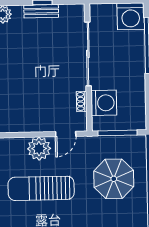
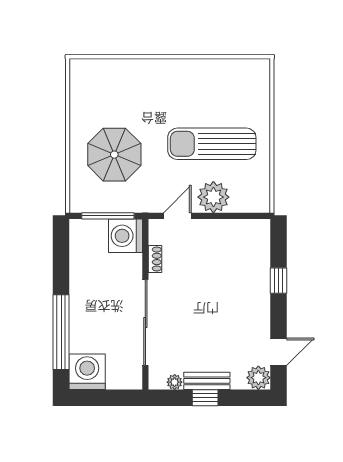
plant: (65, 10) -> (175, 382), added
washing machine: (104, 103) -> (125, 236), moved
sun lounger: (41, 188) -> (212, 144), turned 180

